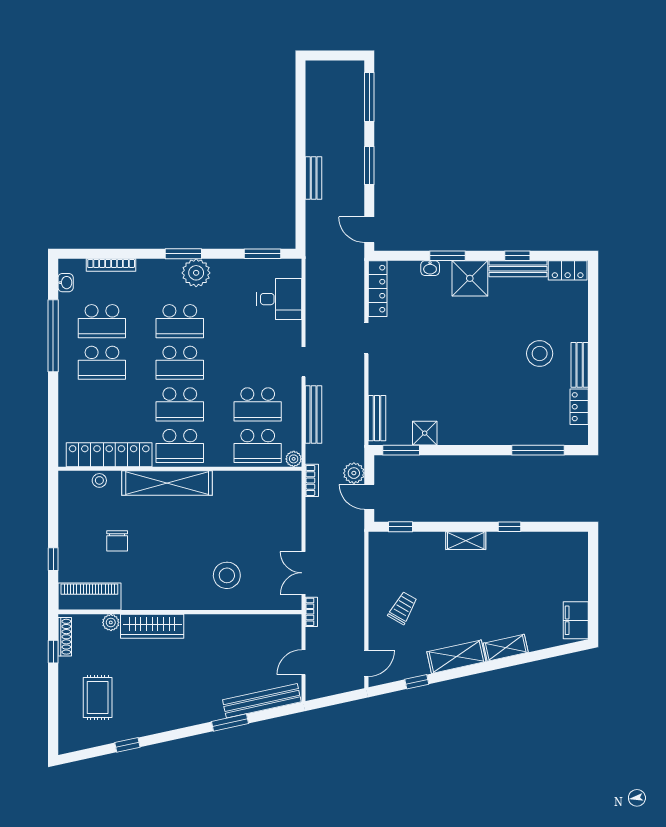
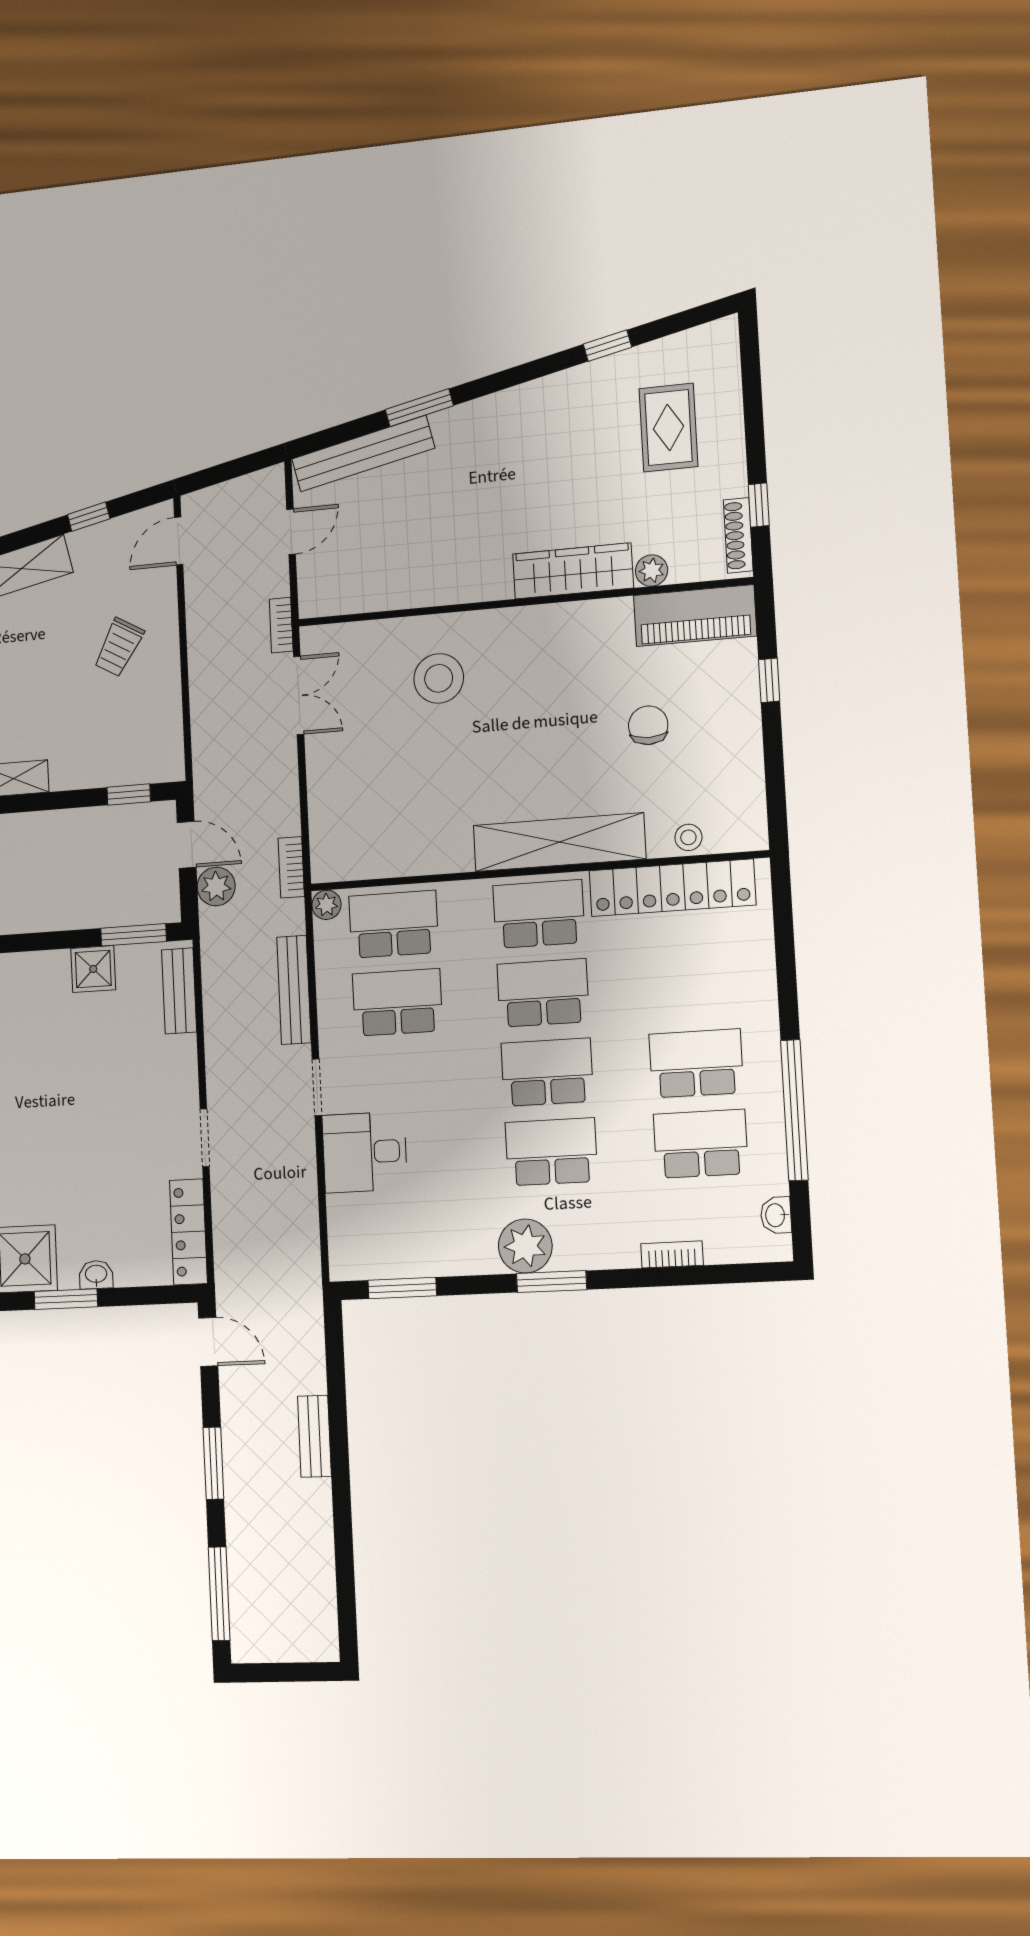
bookcase: (111, 265) -> (672, 1254), width x0.64
desk: (279, 299) -> (365, 1152), moved

